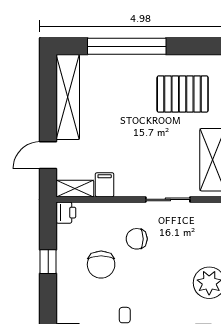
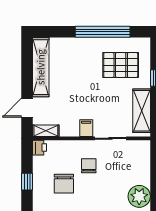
window: (127, 46) -> (103, 32), moved
filing cabinet: (105, 185) -> (86, 128), moved
chair: (137, 239) -> (89, 166), turned 90

